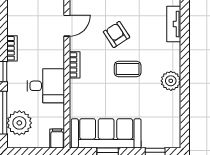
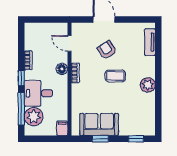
door: (67, 26) -> (69, 43), swing flipped
floor lamp: (57, 60) -> (62, 69), added
desk: (46, 86) -> (38, 93), moved, turned 180
sofa: (106, 133) -> (99, 124), width x0.73

